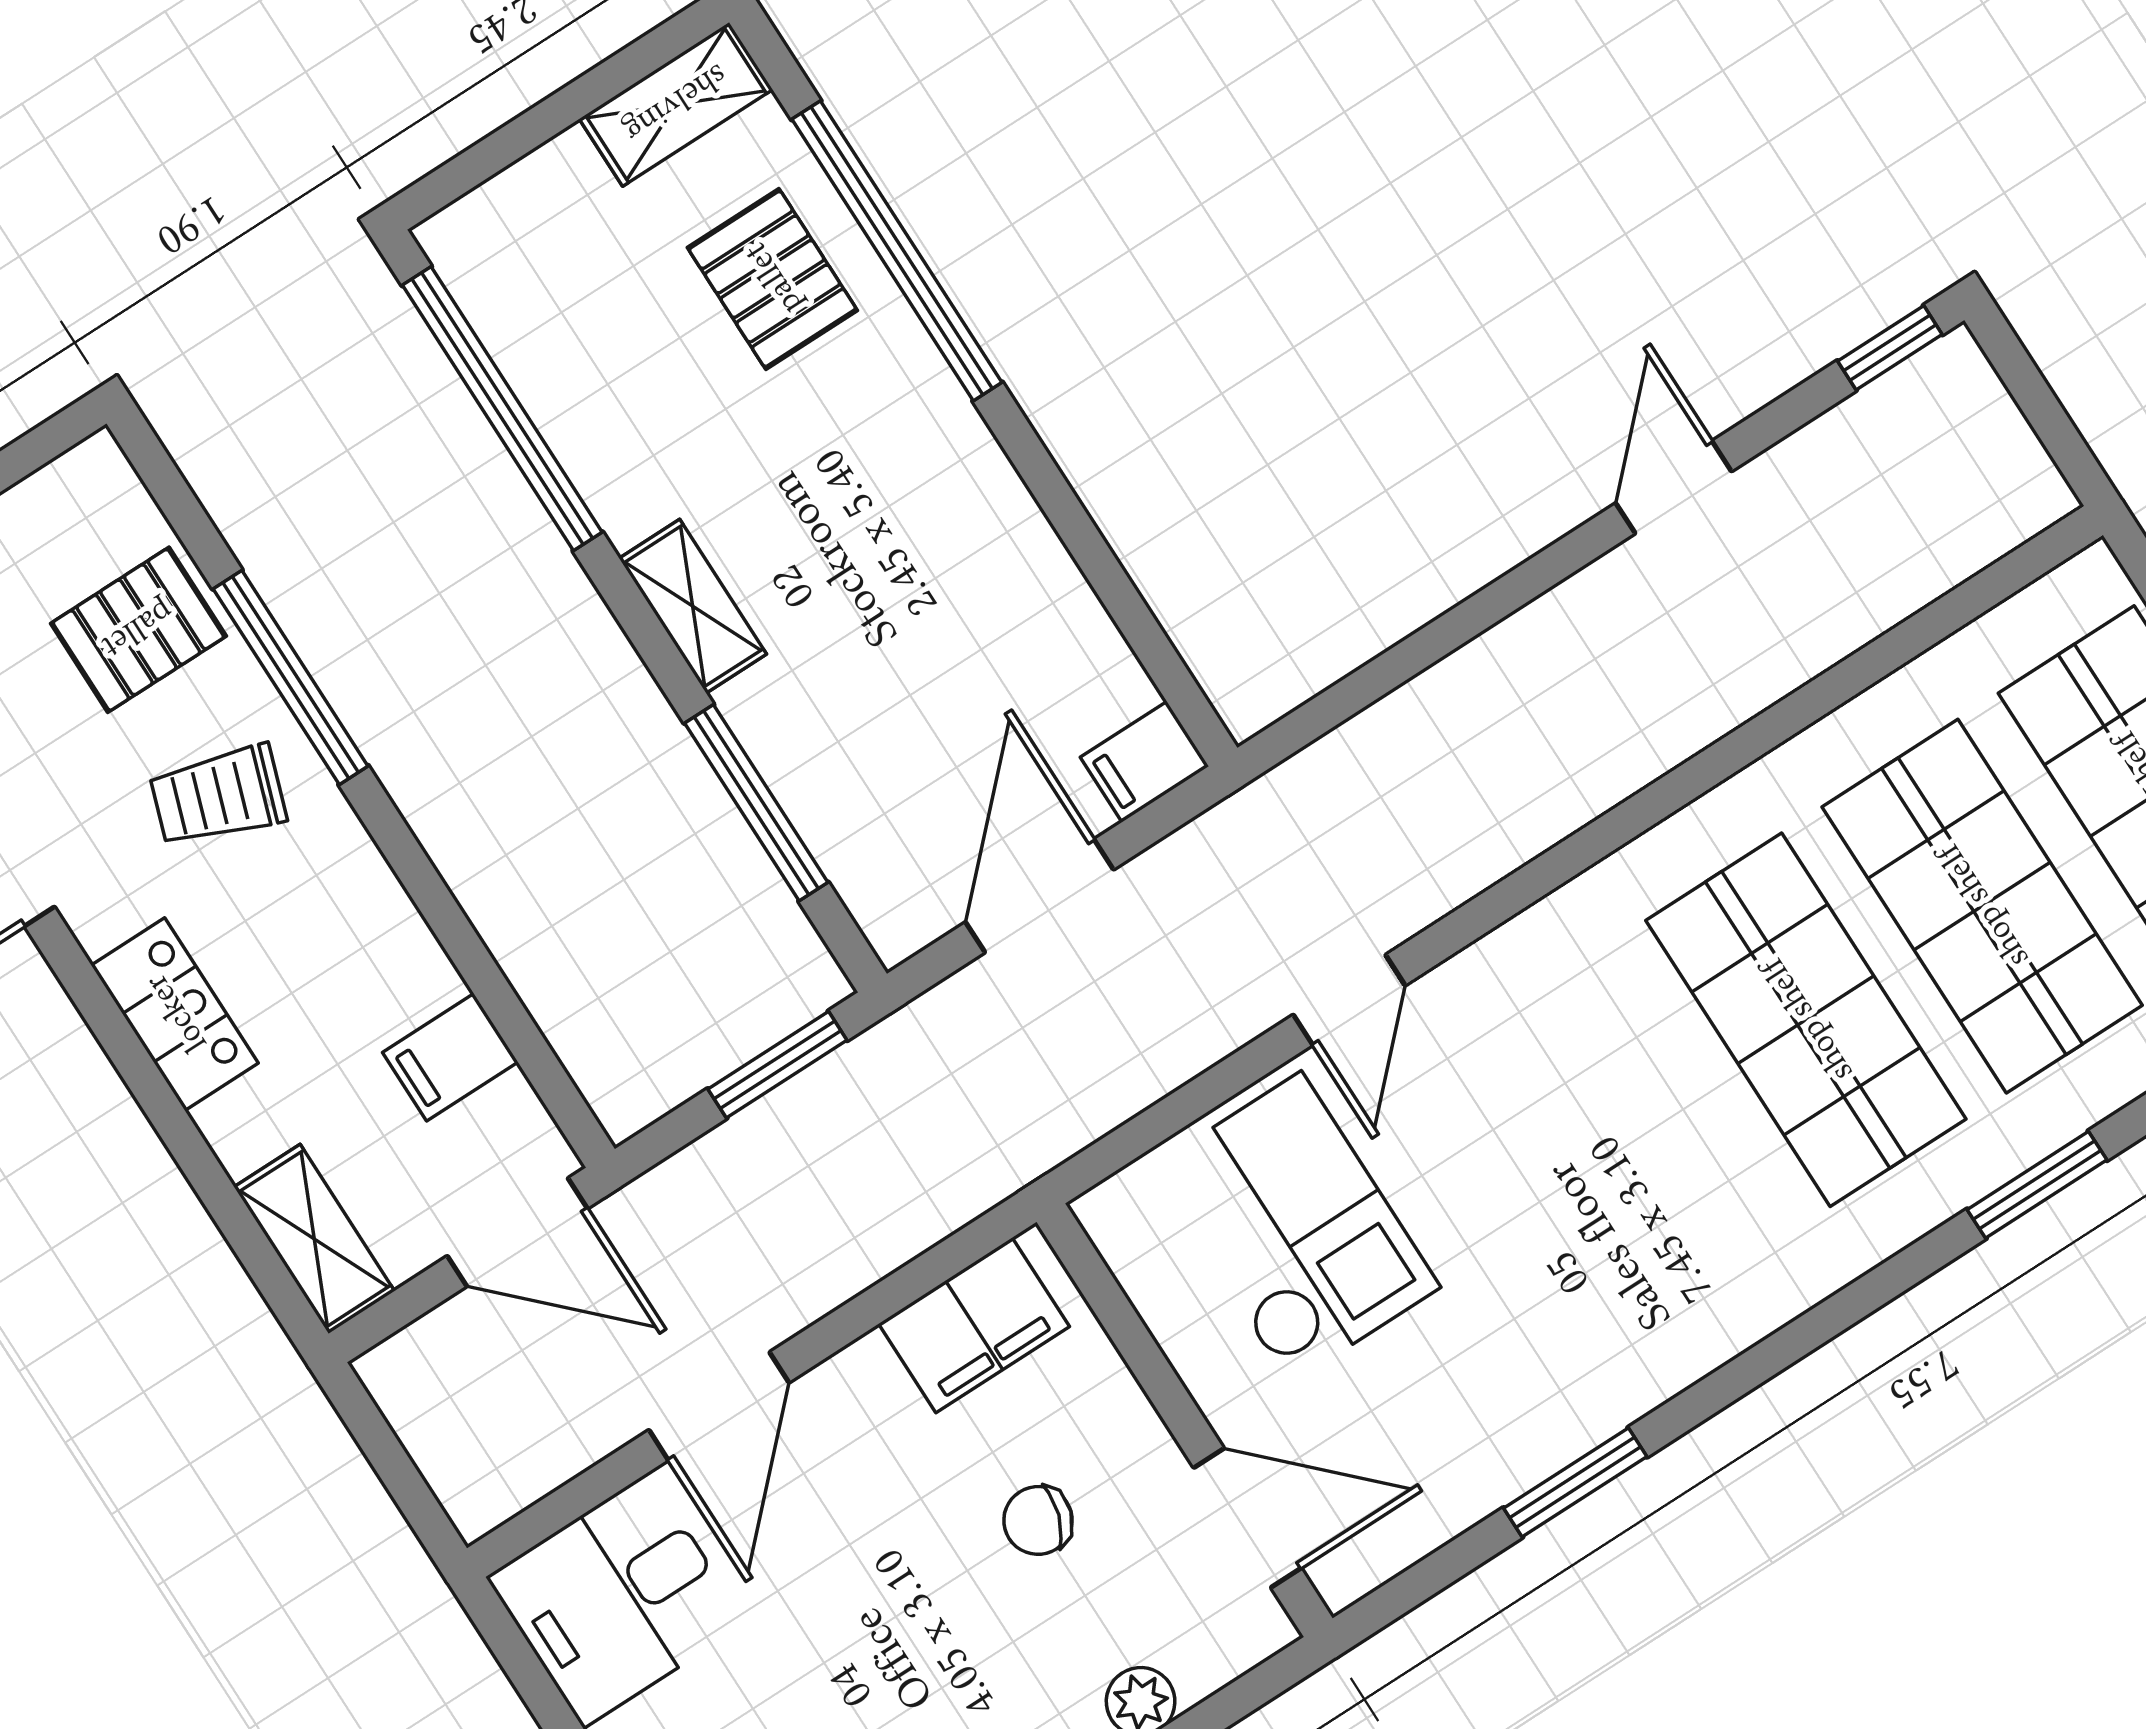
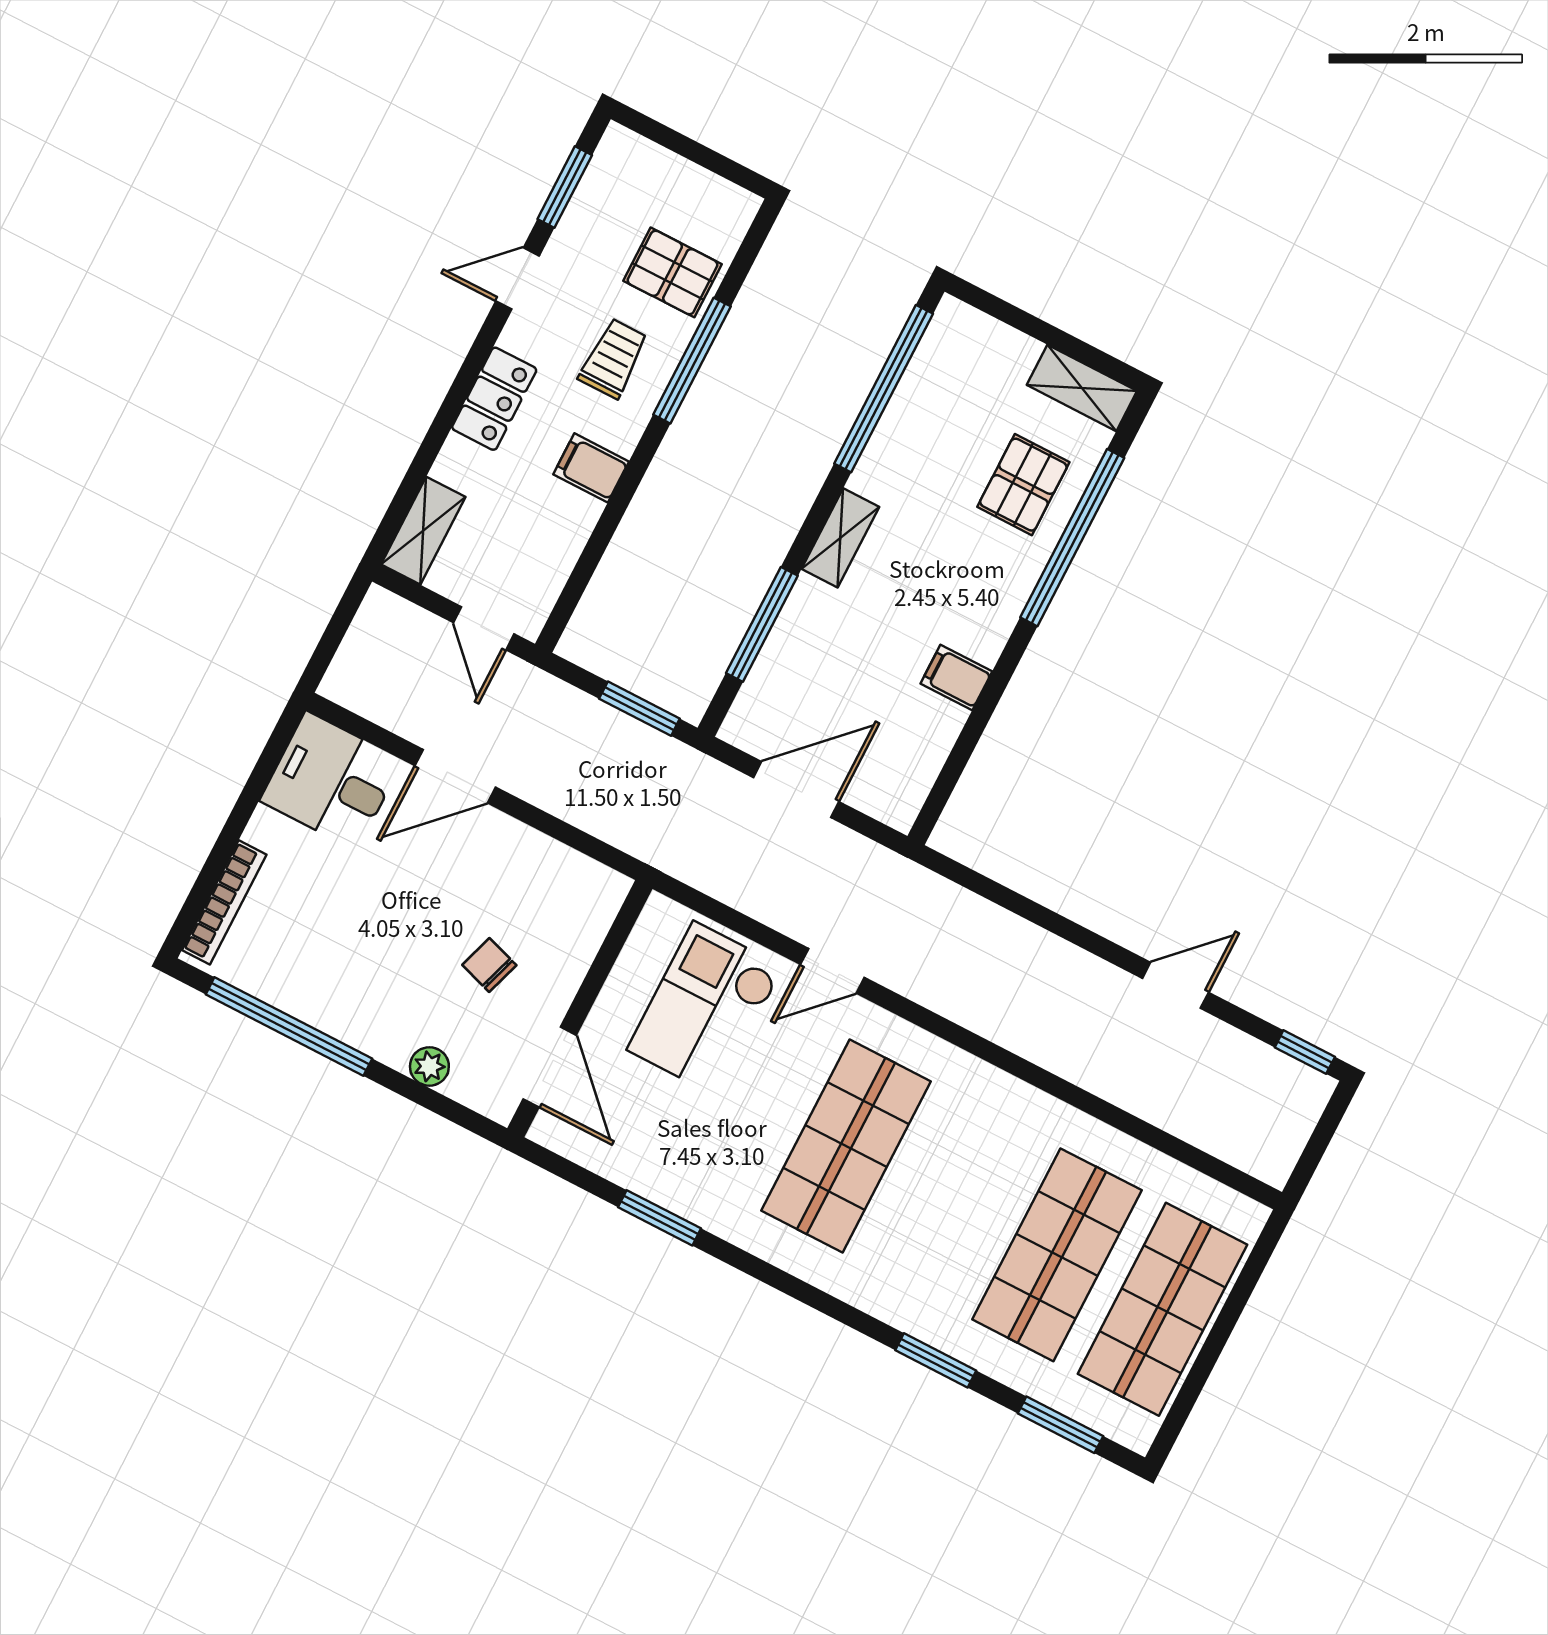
filing cabinet: (1144, 762) -> (956, 678), moved
trolley: (218, 796) -> (613, 358), turned 71
shop shelf: (1806, 1020) -> (846, 1146), moved
filing cabinet: (450, 1057) -> (591, 468), moved
checkout: (1295, 1228) -> (705, 1009), turned 180
door: (517, 1232) -> (484, 628), width x0.73
filing cabinet: (974, 1325) -> (567, 879), removed

